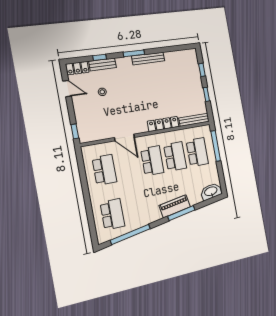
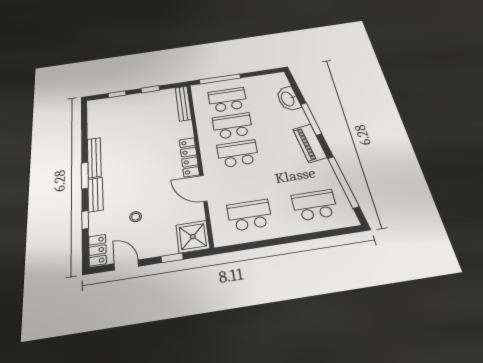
bench: (103, 64) -> (95, 195), moved
door: (67, 89) -> (126, 265), hinge flipped
locker: (163, 124) -> (189, 157), moved
window: (75, 131) -> (172, 258), moved
shower: (88, 132) -> (193, 237), added
door: (124, 138) -> (203, 188), swing flipped
washbasin: (211, 192) -> (288, 99), moved
piano: (175, 206) -> (310, 143), moved

